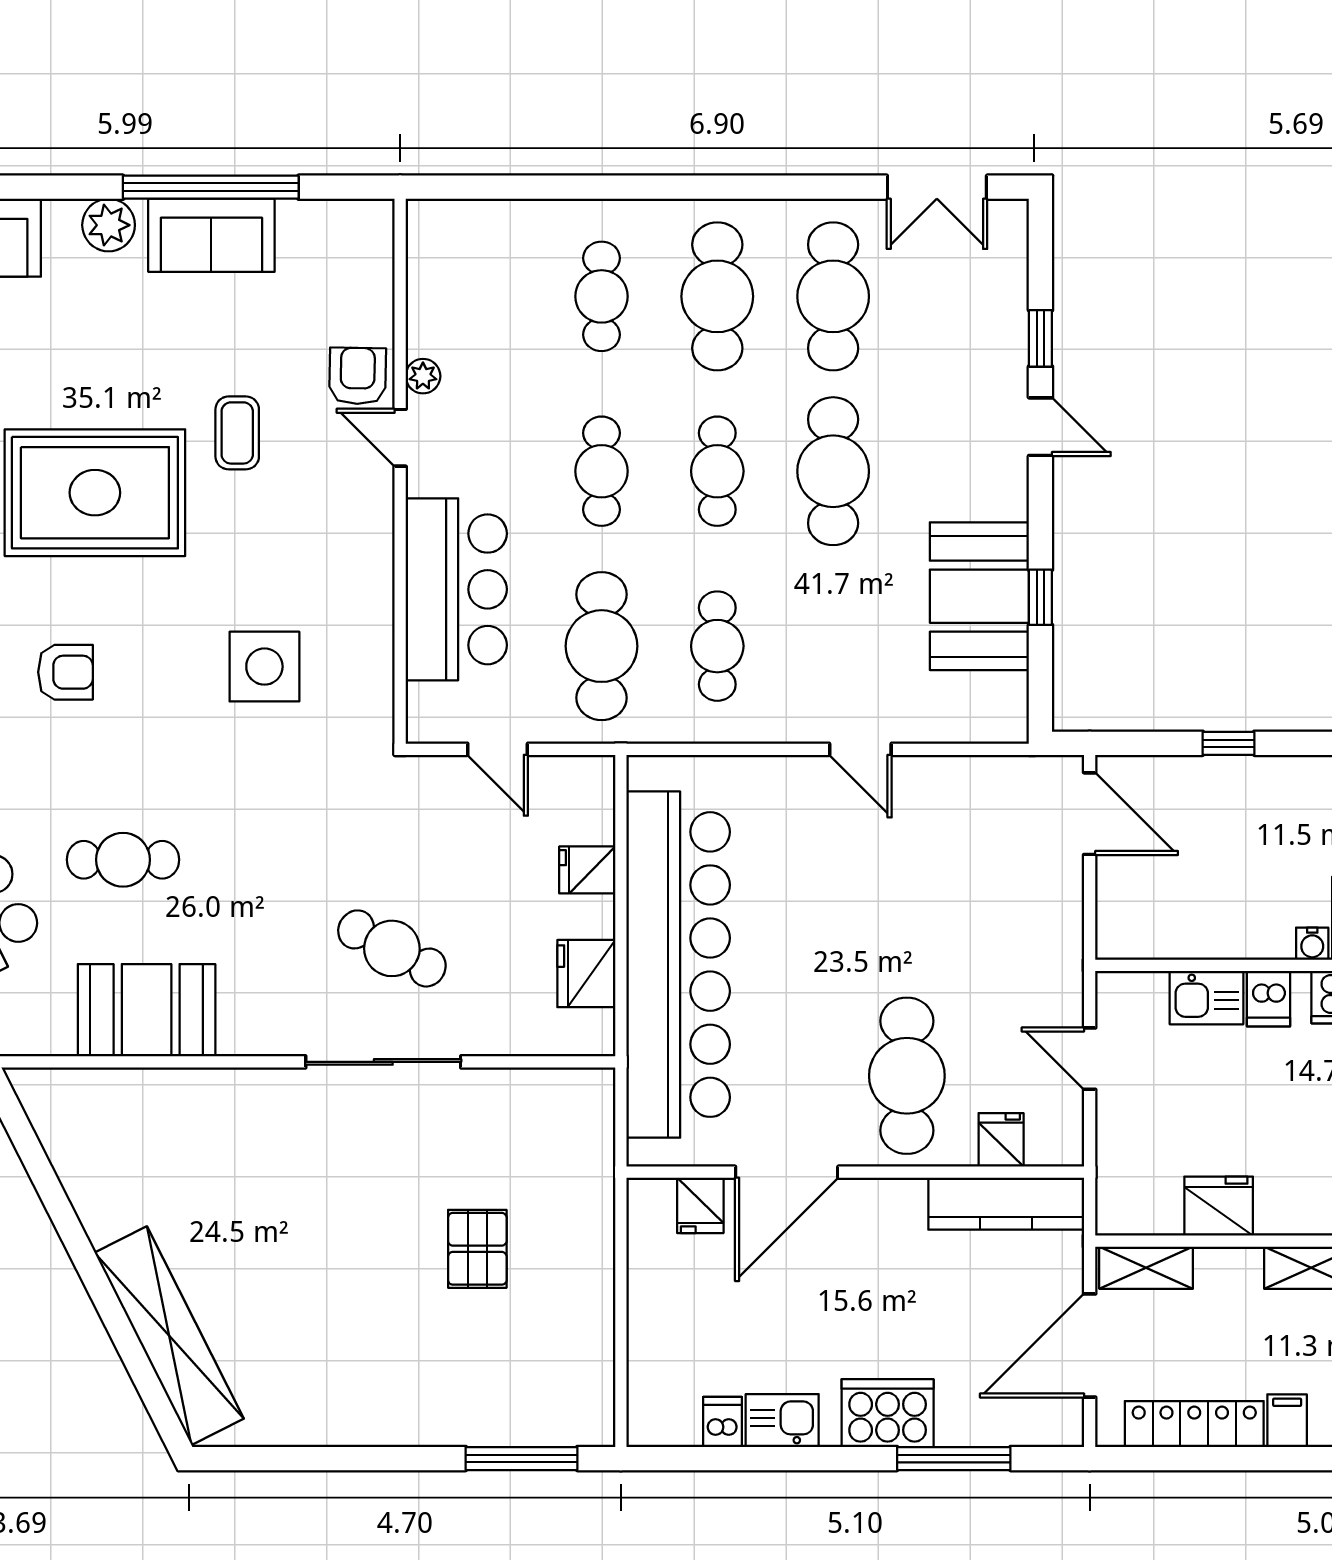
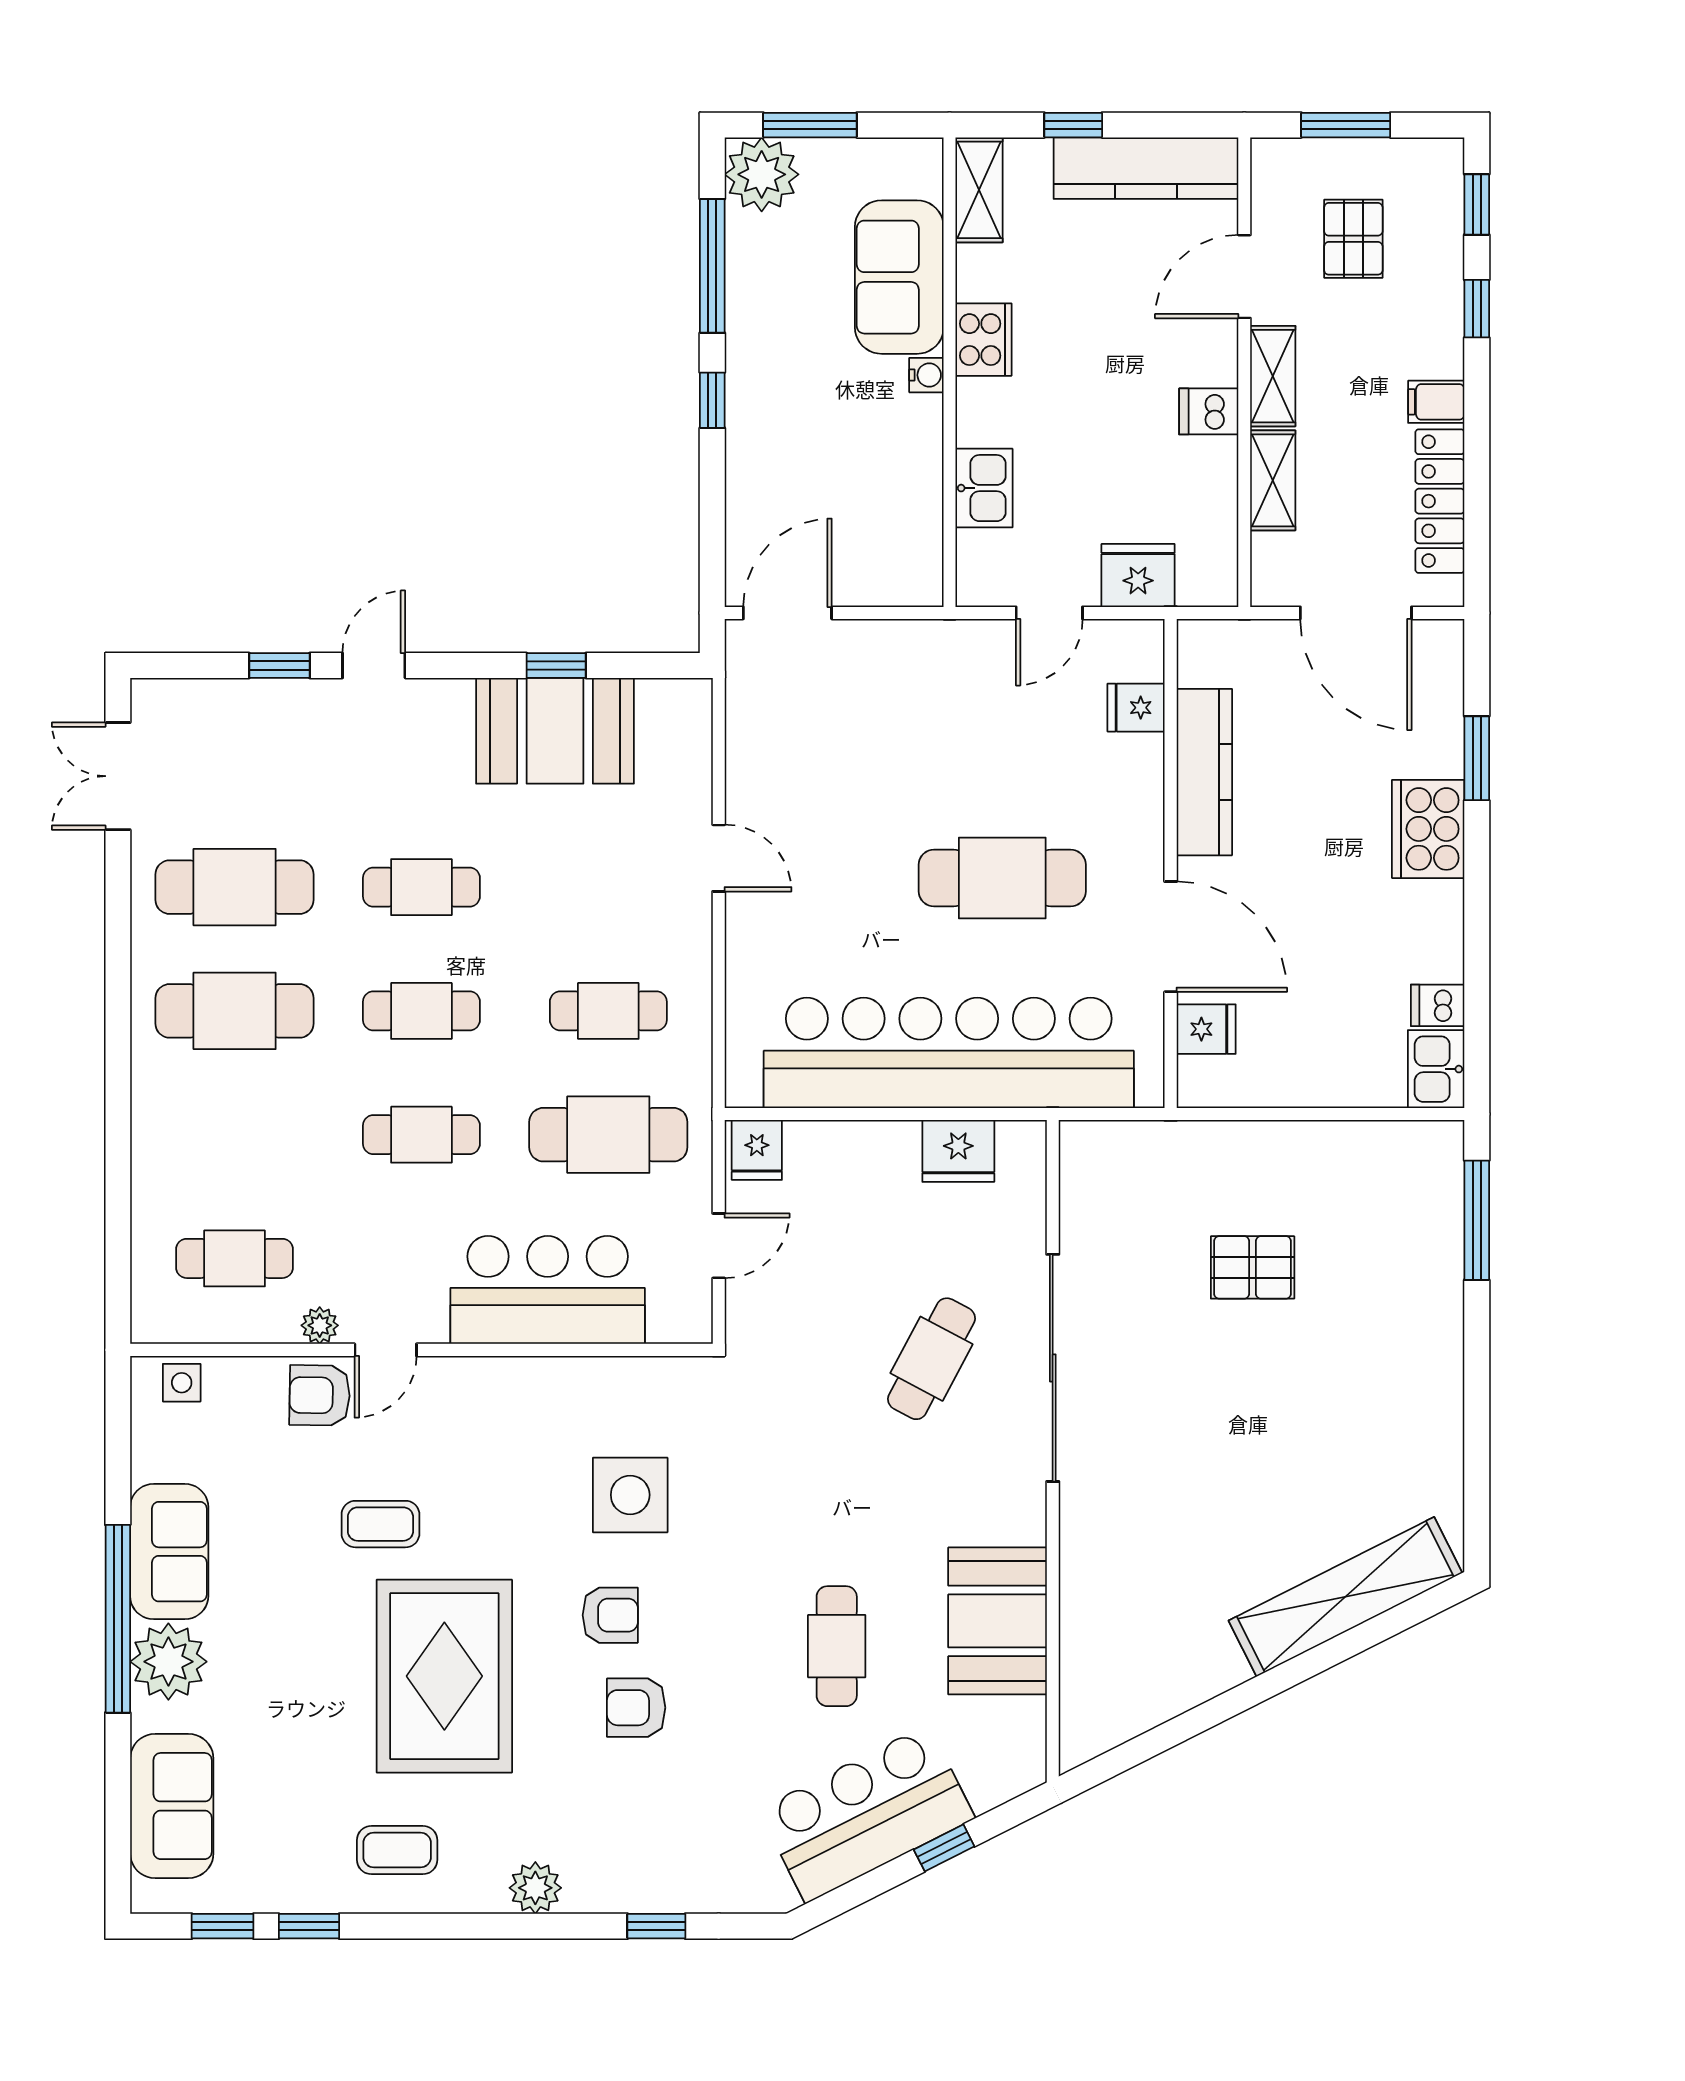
window: (211, 187) -> (118, 1619), moved
double door: (937, 187) -> (118, 776), swing flipped
plant: (109, 225) -> (168, 1662), width x1.36, depth x1.36
side table: (369, 247) -> (182, 1383), added
cafe table: (602, 296) -> (235, 1258), moved
cafe table: (833, 471) -> (421, 887), width x0.73, depth x0.74
armchair: (152, 648) -> (610, 1615), added
armchair: (65, 672) -> (636, 1708), turned -90
window: (1229, 743) -> (712, 400), moved
door: (860, 749) -> (719, 858), hinge flipped
fridge: (587, 870) -> (757, 1150), moved
dishwasher: (1269, 999) -> (1209, 411), moved, turned 180
sliding door: (383, 1062) -> (1053, 1368), width x1.36
cafe table: (907, 1076) -> (1002, 878), moved
kitchen counter: (1006, 1204) -> (1204, 772), moved
fridge: (1219, 1206) -> (1138, 575), moved, turned 90
shelving: (1146, 1268) -> (1273, 480), moved
kitchen sink: (782, 1421) -> (1436, 1069), moved
window: (954, 1459) -> (1477, 758), width x0.69

